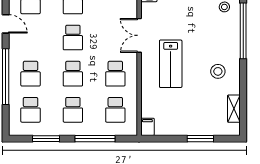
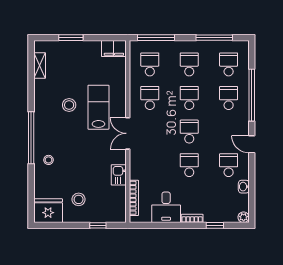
double door: (139, 35) -> (128, 133), swing flipped
stool: (218, 71) -> (69, 105), moved
filing cabinet: (147, 127) -> (114, 49), width x2.00
window: (46, 139) -> (214, 38), width x1.44
window: (95, 139) -> (156, 38), moved

